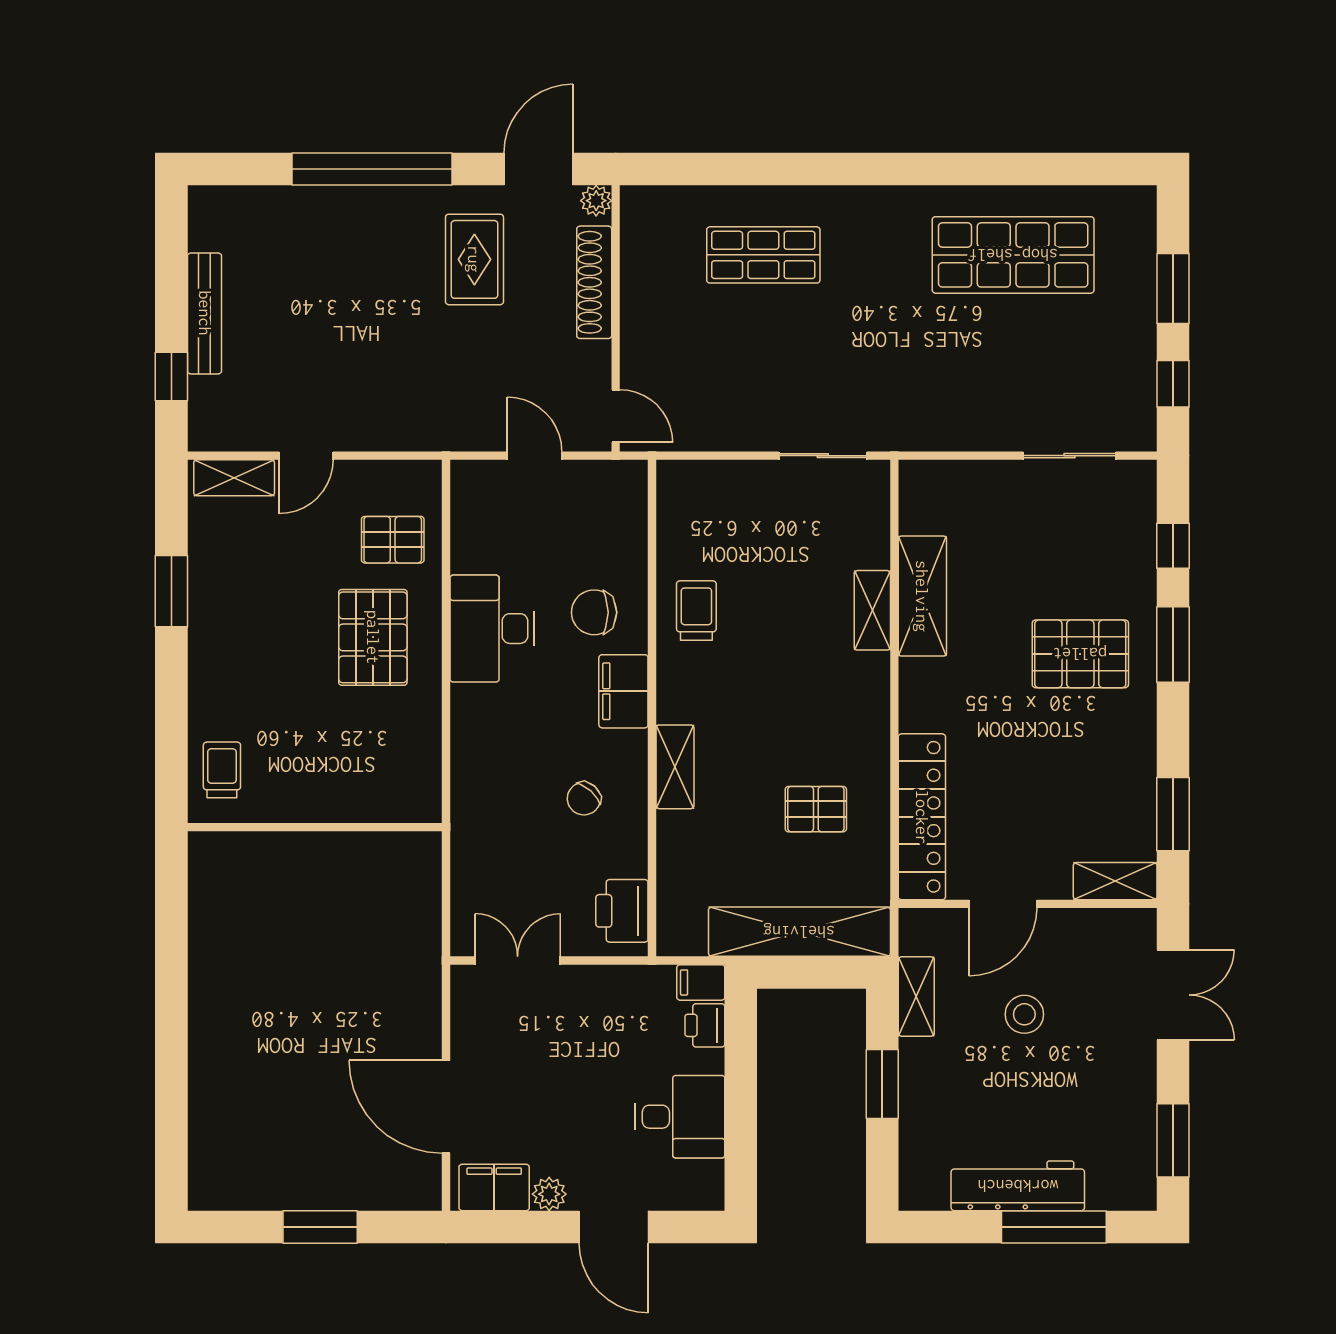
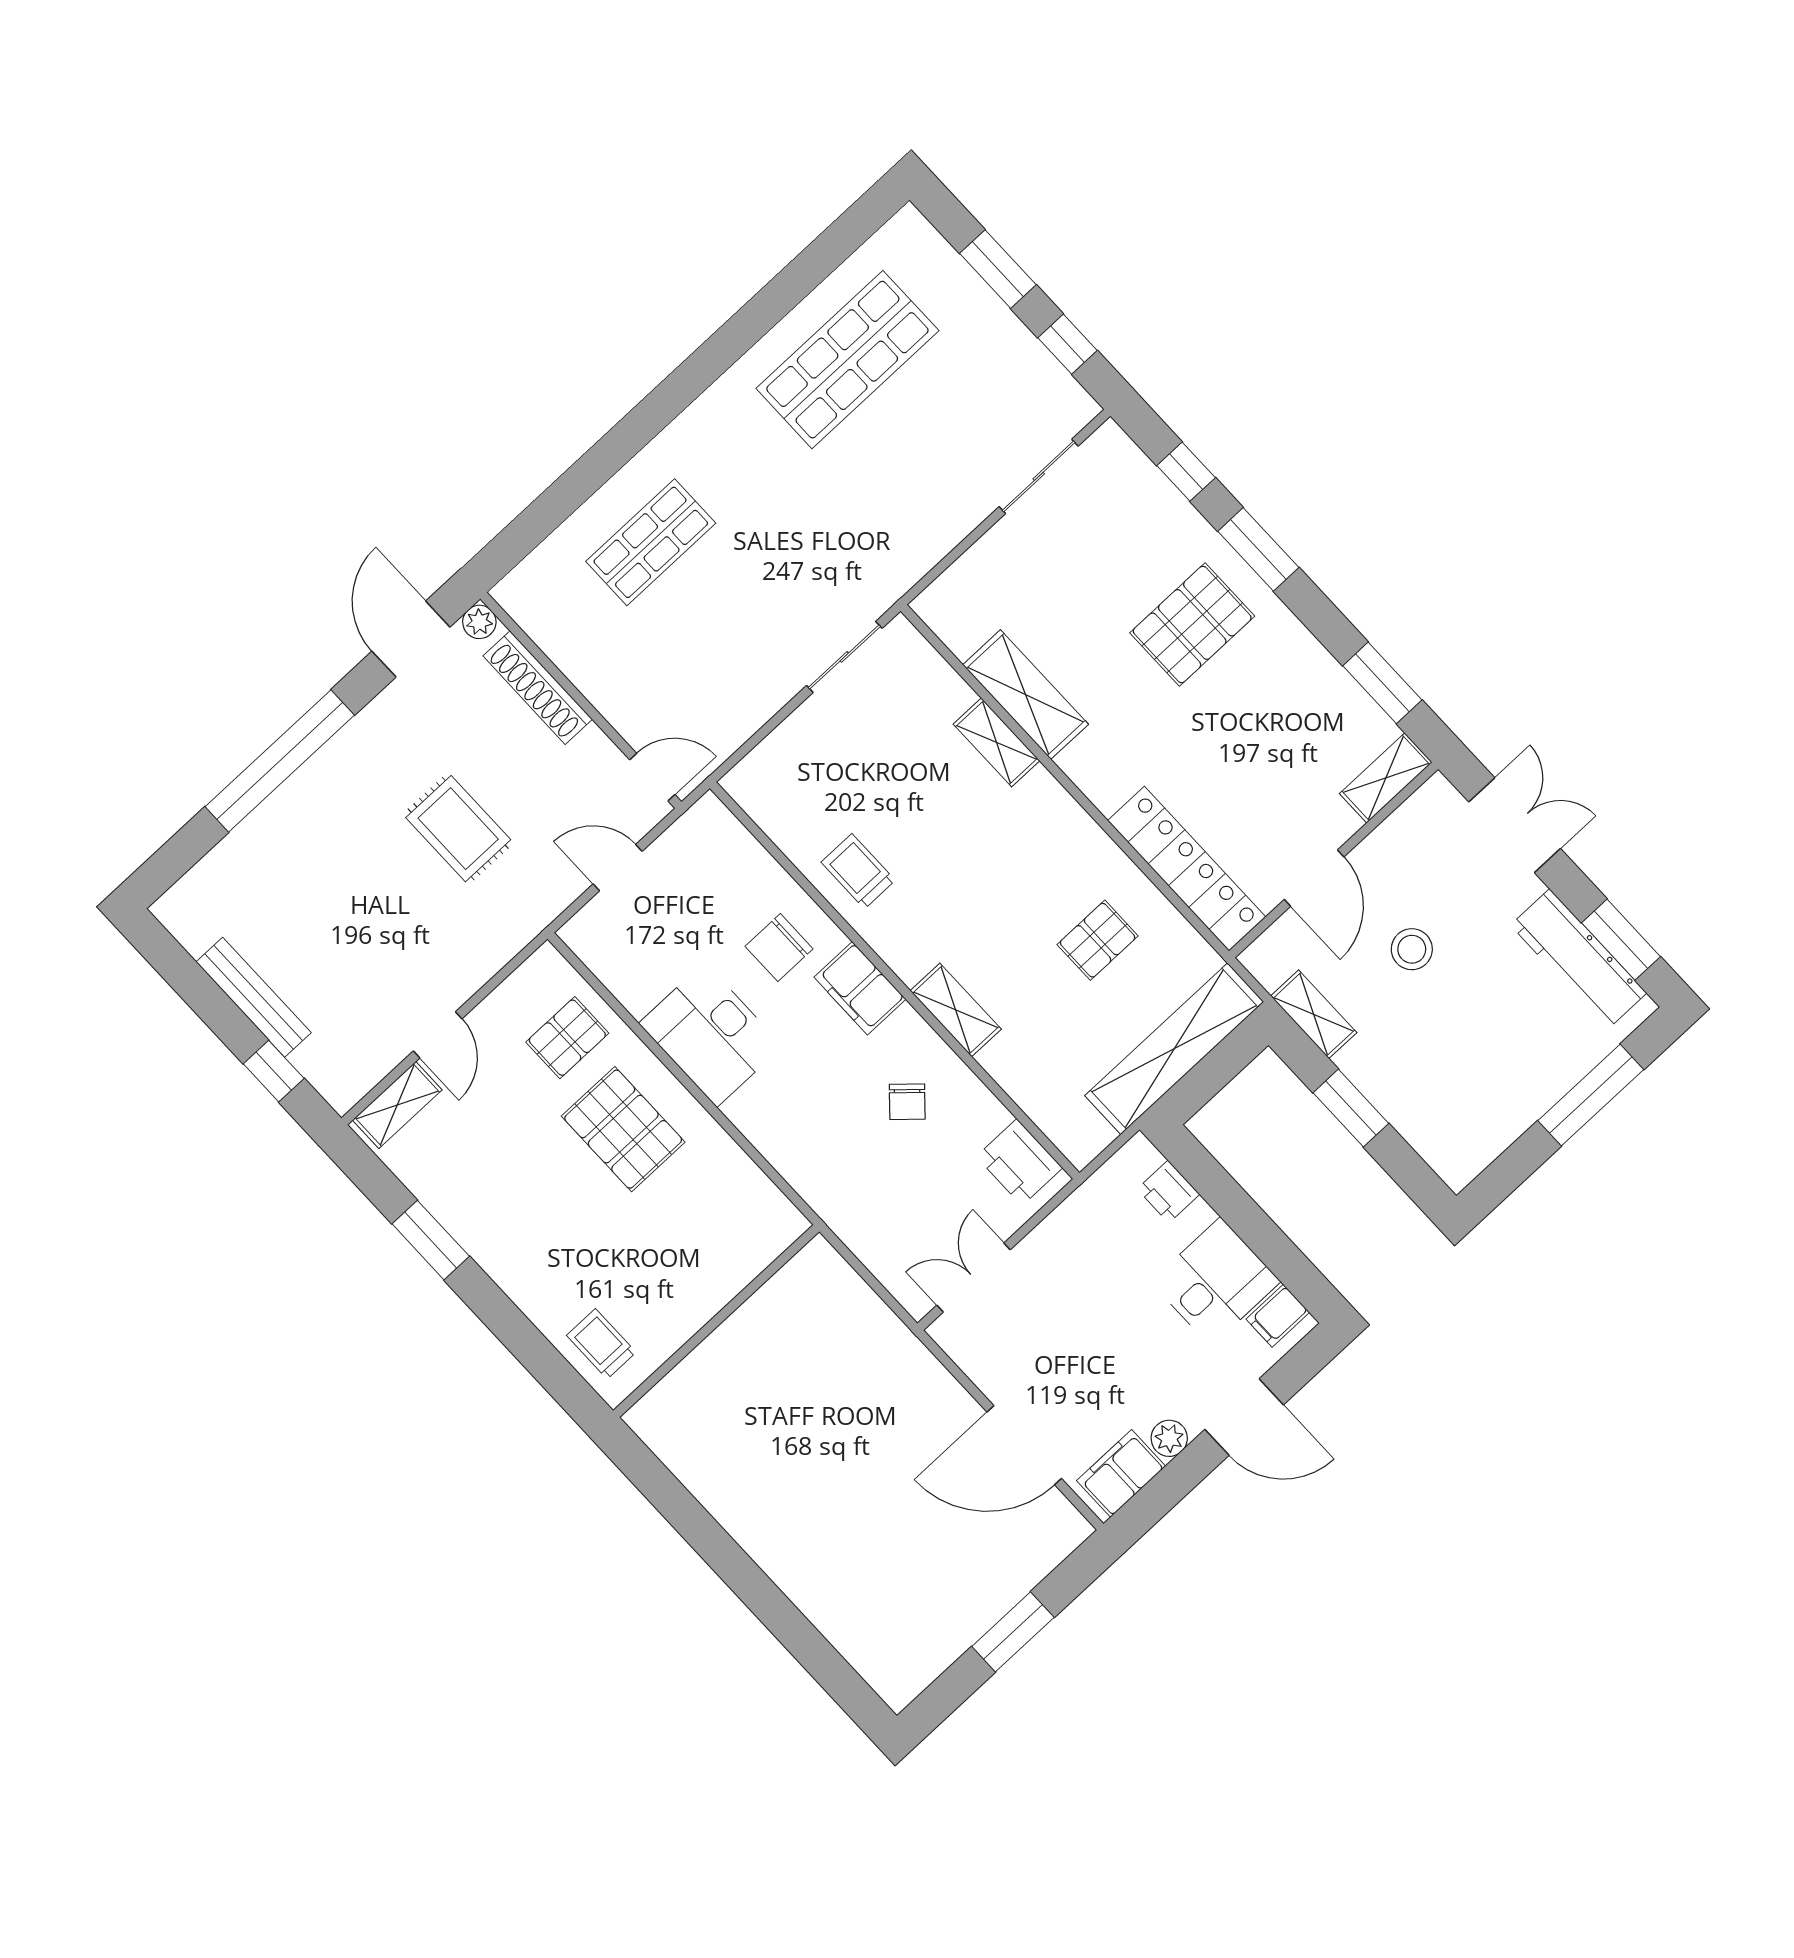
rug: (474, 259) -> (458, 829), moved
filing cabinet: (701, 982) -> (1278, 1316), moved
workbench: (1018, 1186) -> (1579, 959), moved, turned -90

